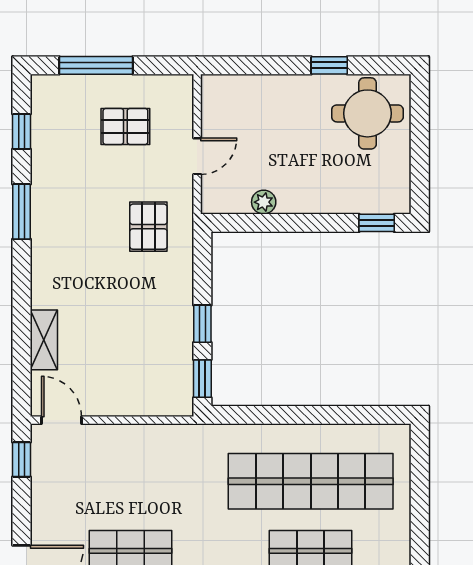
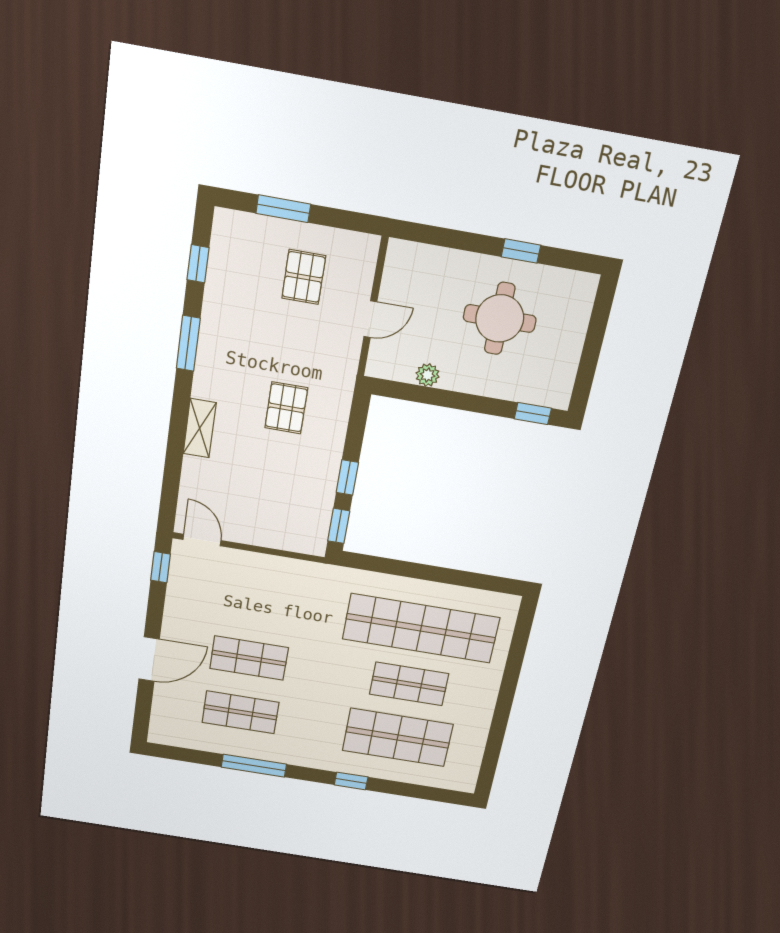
window: (96, 65) -> (283, 209), width x0.69
round table: (367, 113) -> (500, 318), moved
pallet: (125, 126) -> (304, 277), turned 90
pallet: (148, 227) -> (286, 408), moved
shelving: (44, 340) -> (200, 428), moved

